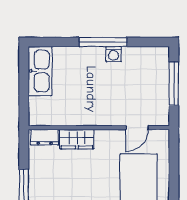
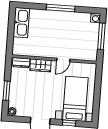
washing machine: (114, 54) -> (95, 18), moved
door: (137, 128) -> (63, 60), moved

